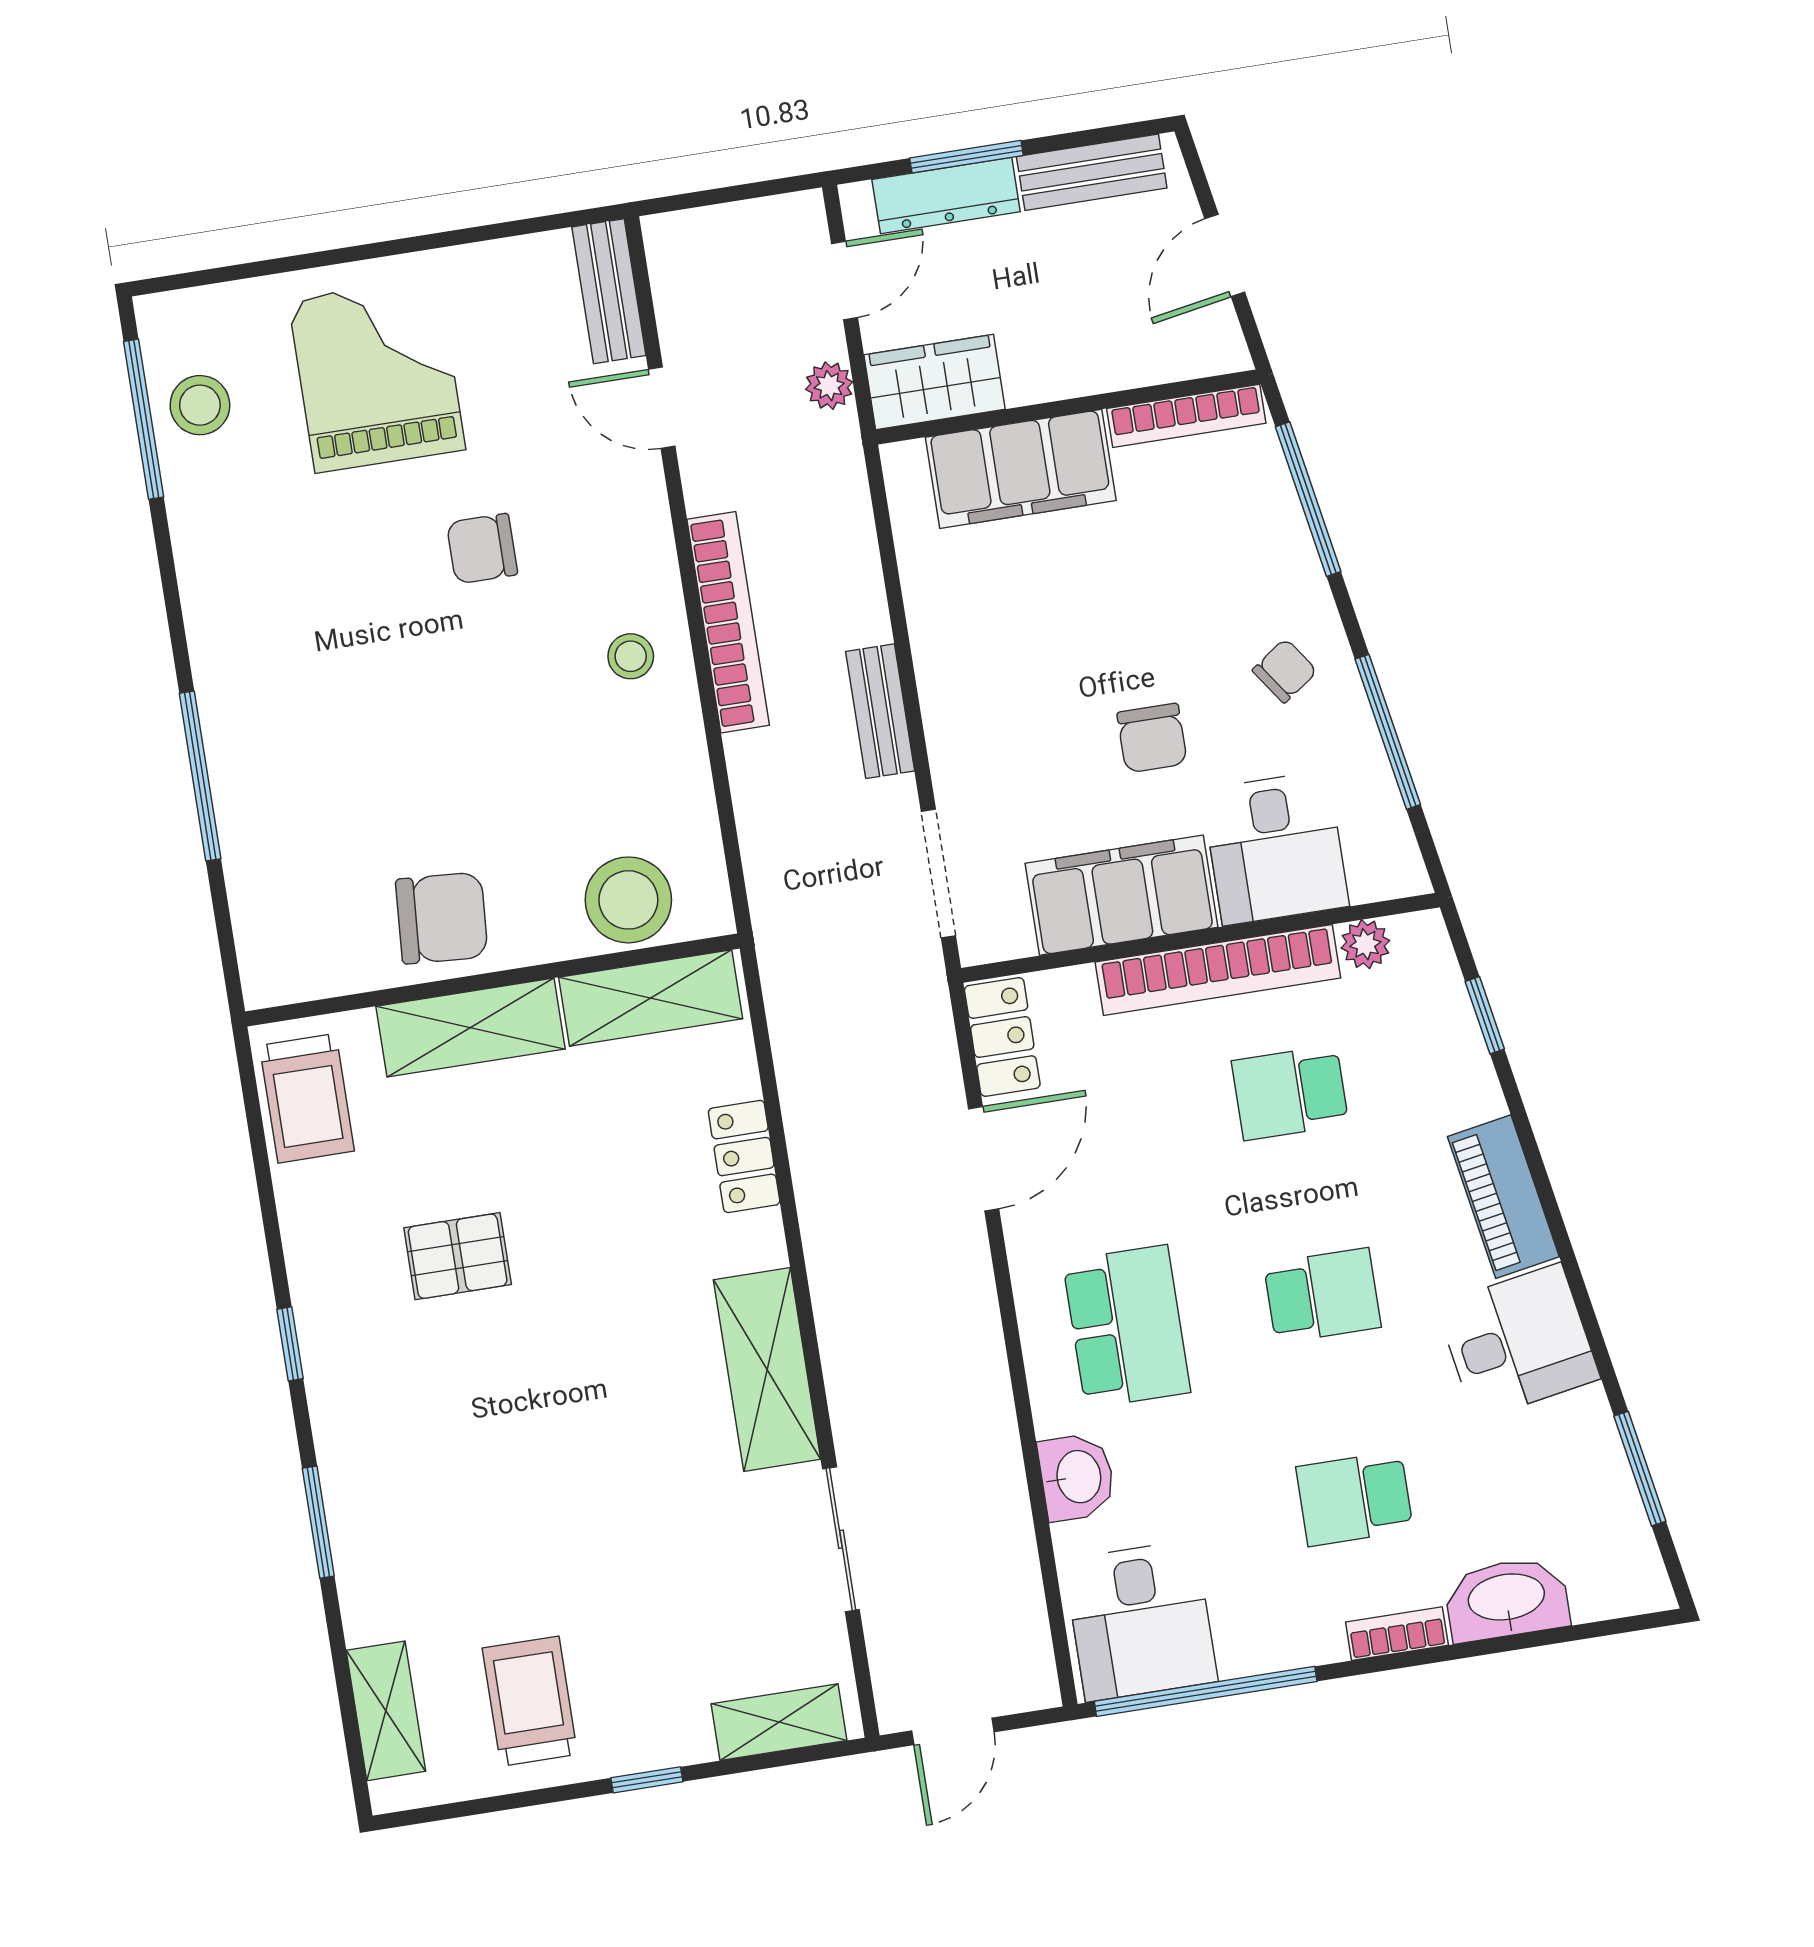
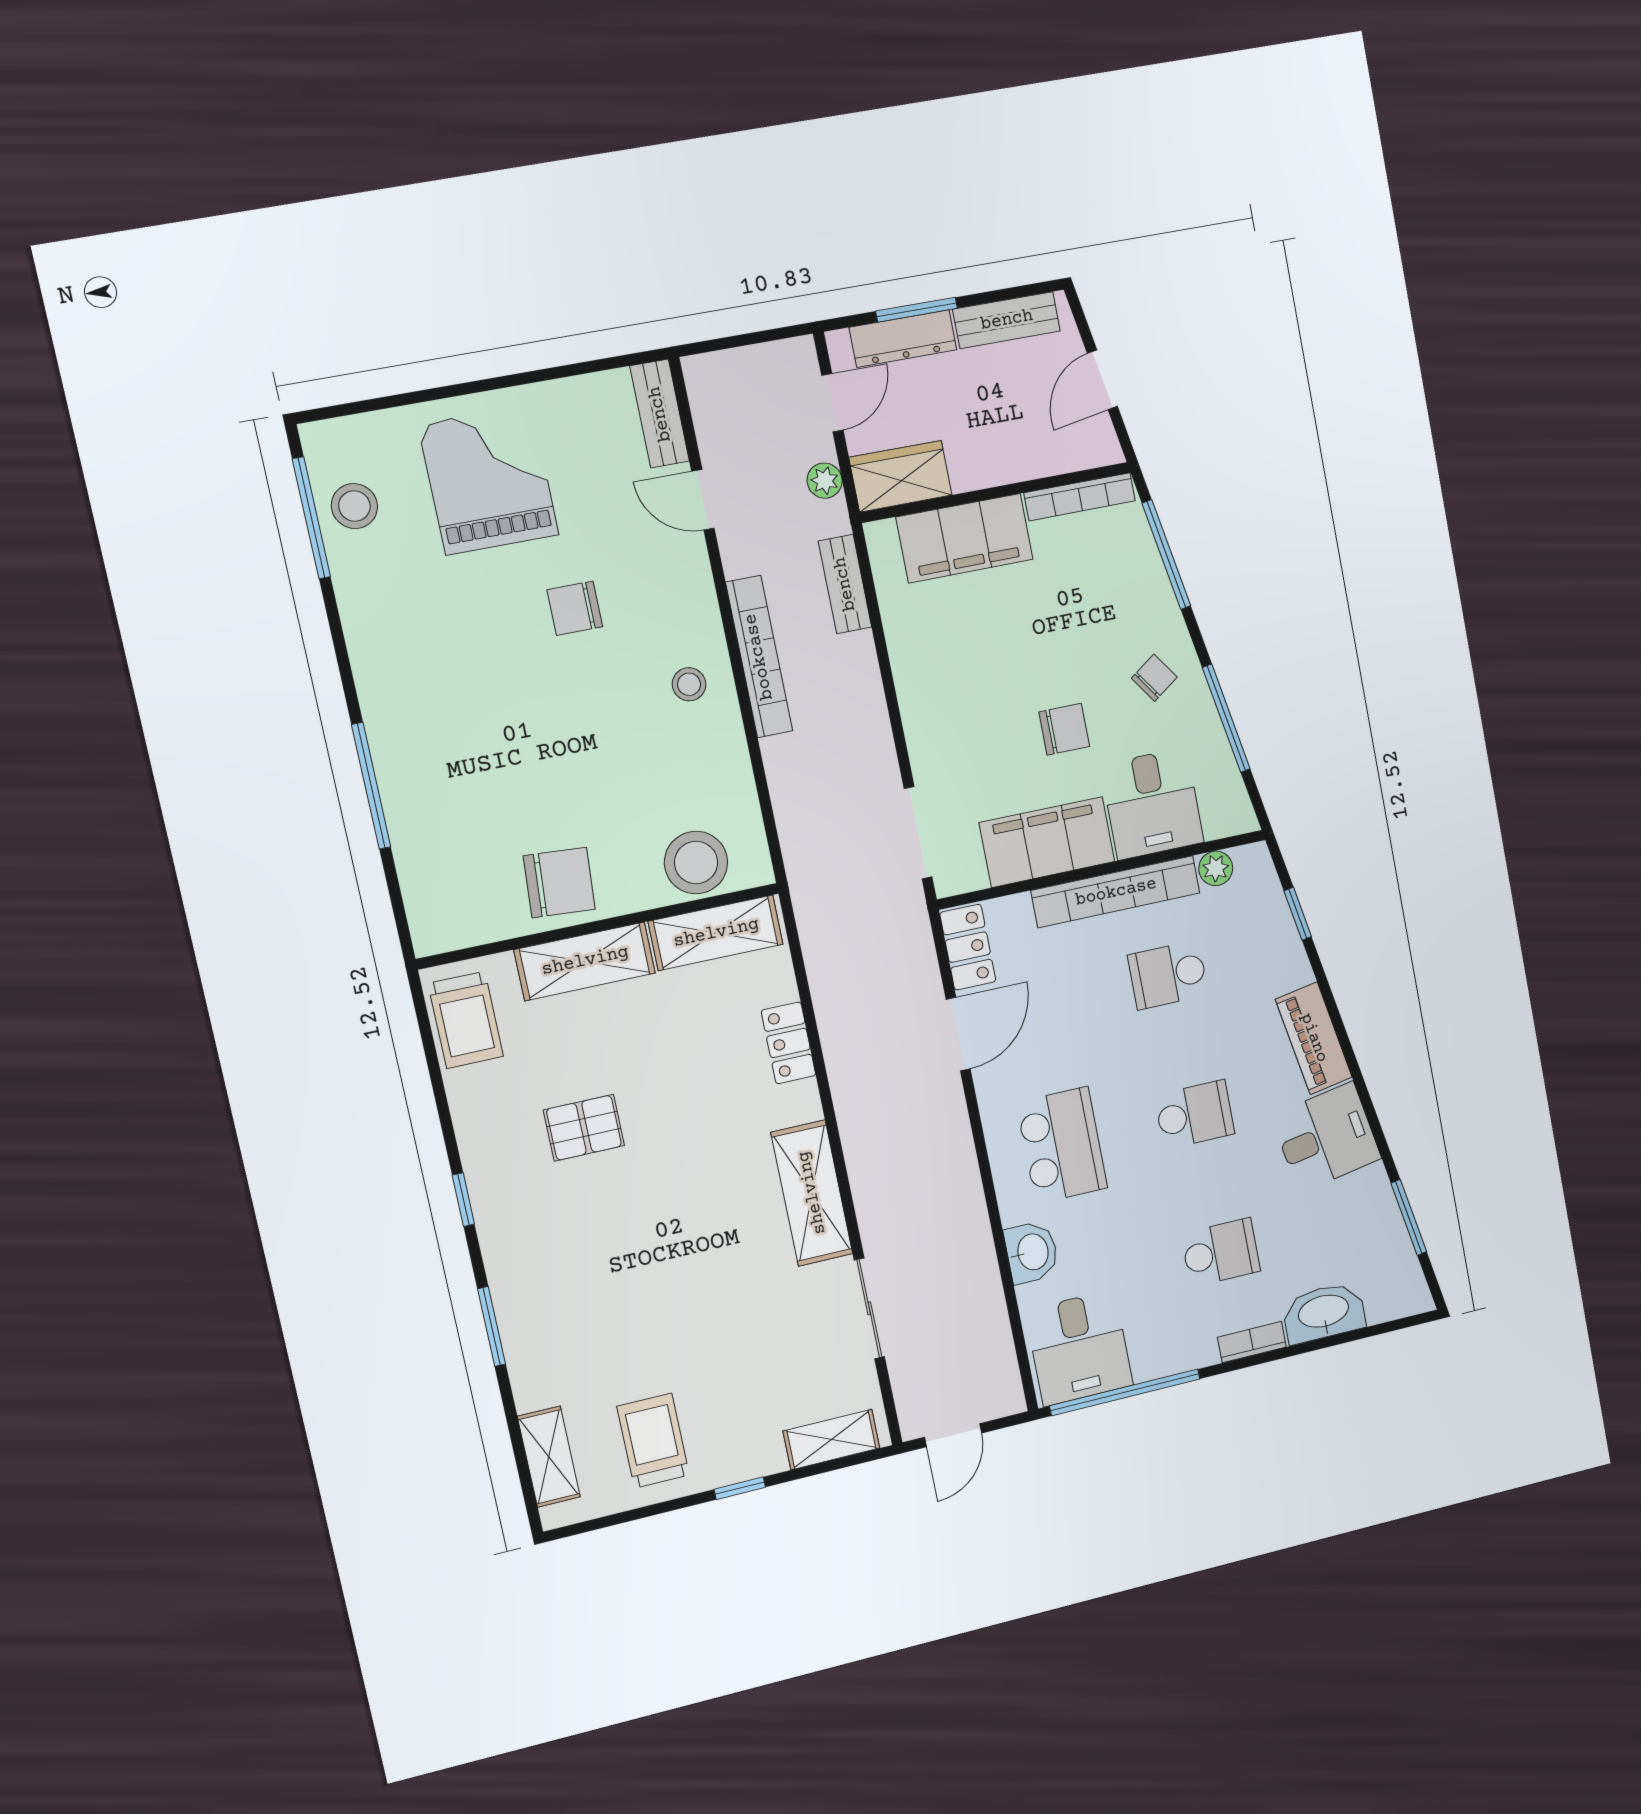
bench: (880, 711) -> (845, 584), moved
chair: (1152, 738) -> (1064, 729), turned -90
school desk: (1354, 1499) -> (1221, 1252), turned 180

